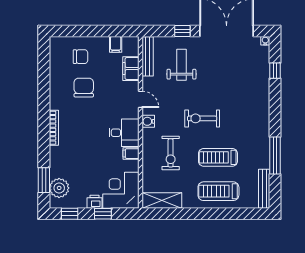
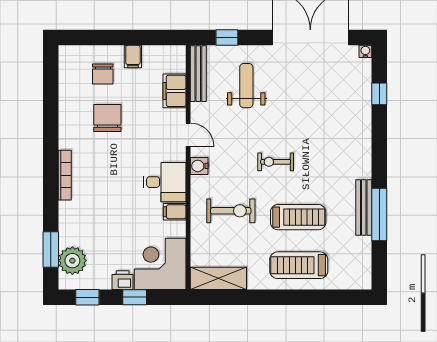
window: (182, 31) -> (227, 38), moved
filing cabinet: (116, 44) -> (133, 57), moved
chair: (81, 57) -> (103, 74), turned 90
exercise bike: (202, 118) -> (276, 162), width x0.73, depth x0.72
exercise bike: (171, 153) -> (231, 211), turned -90
treadmill: (218, 157) -> (298, 217), turned 180
bench: (264, 189) -> (364, 208), moved

